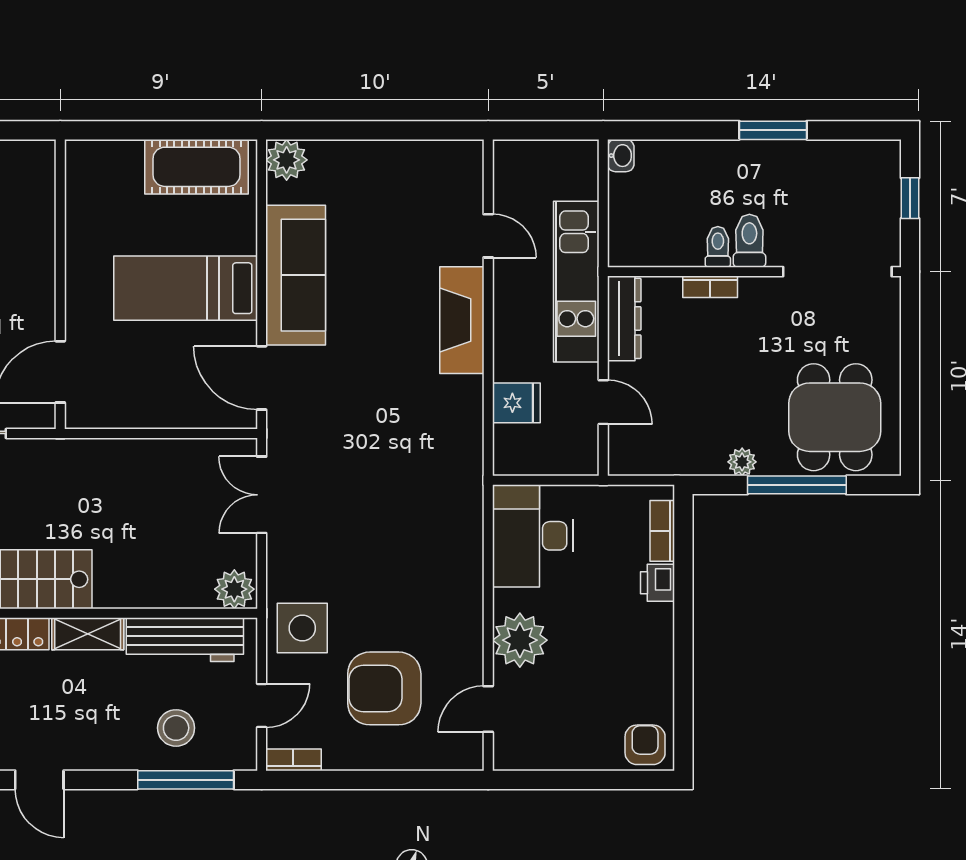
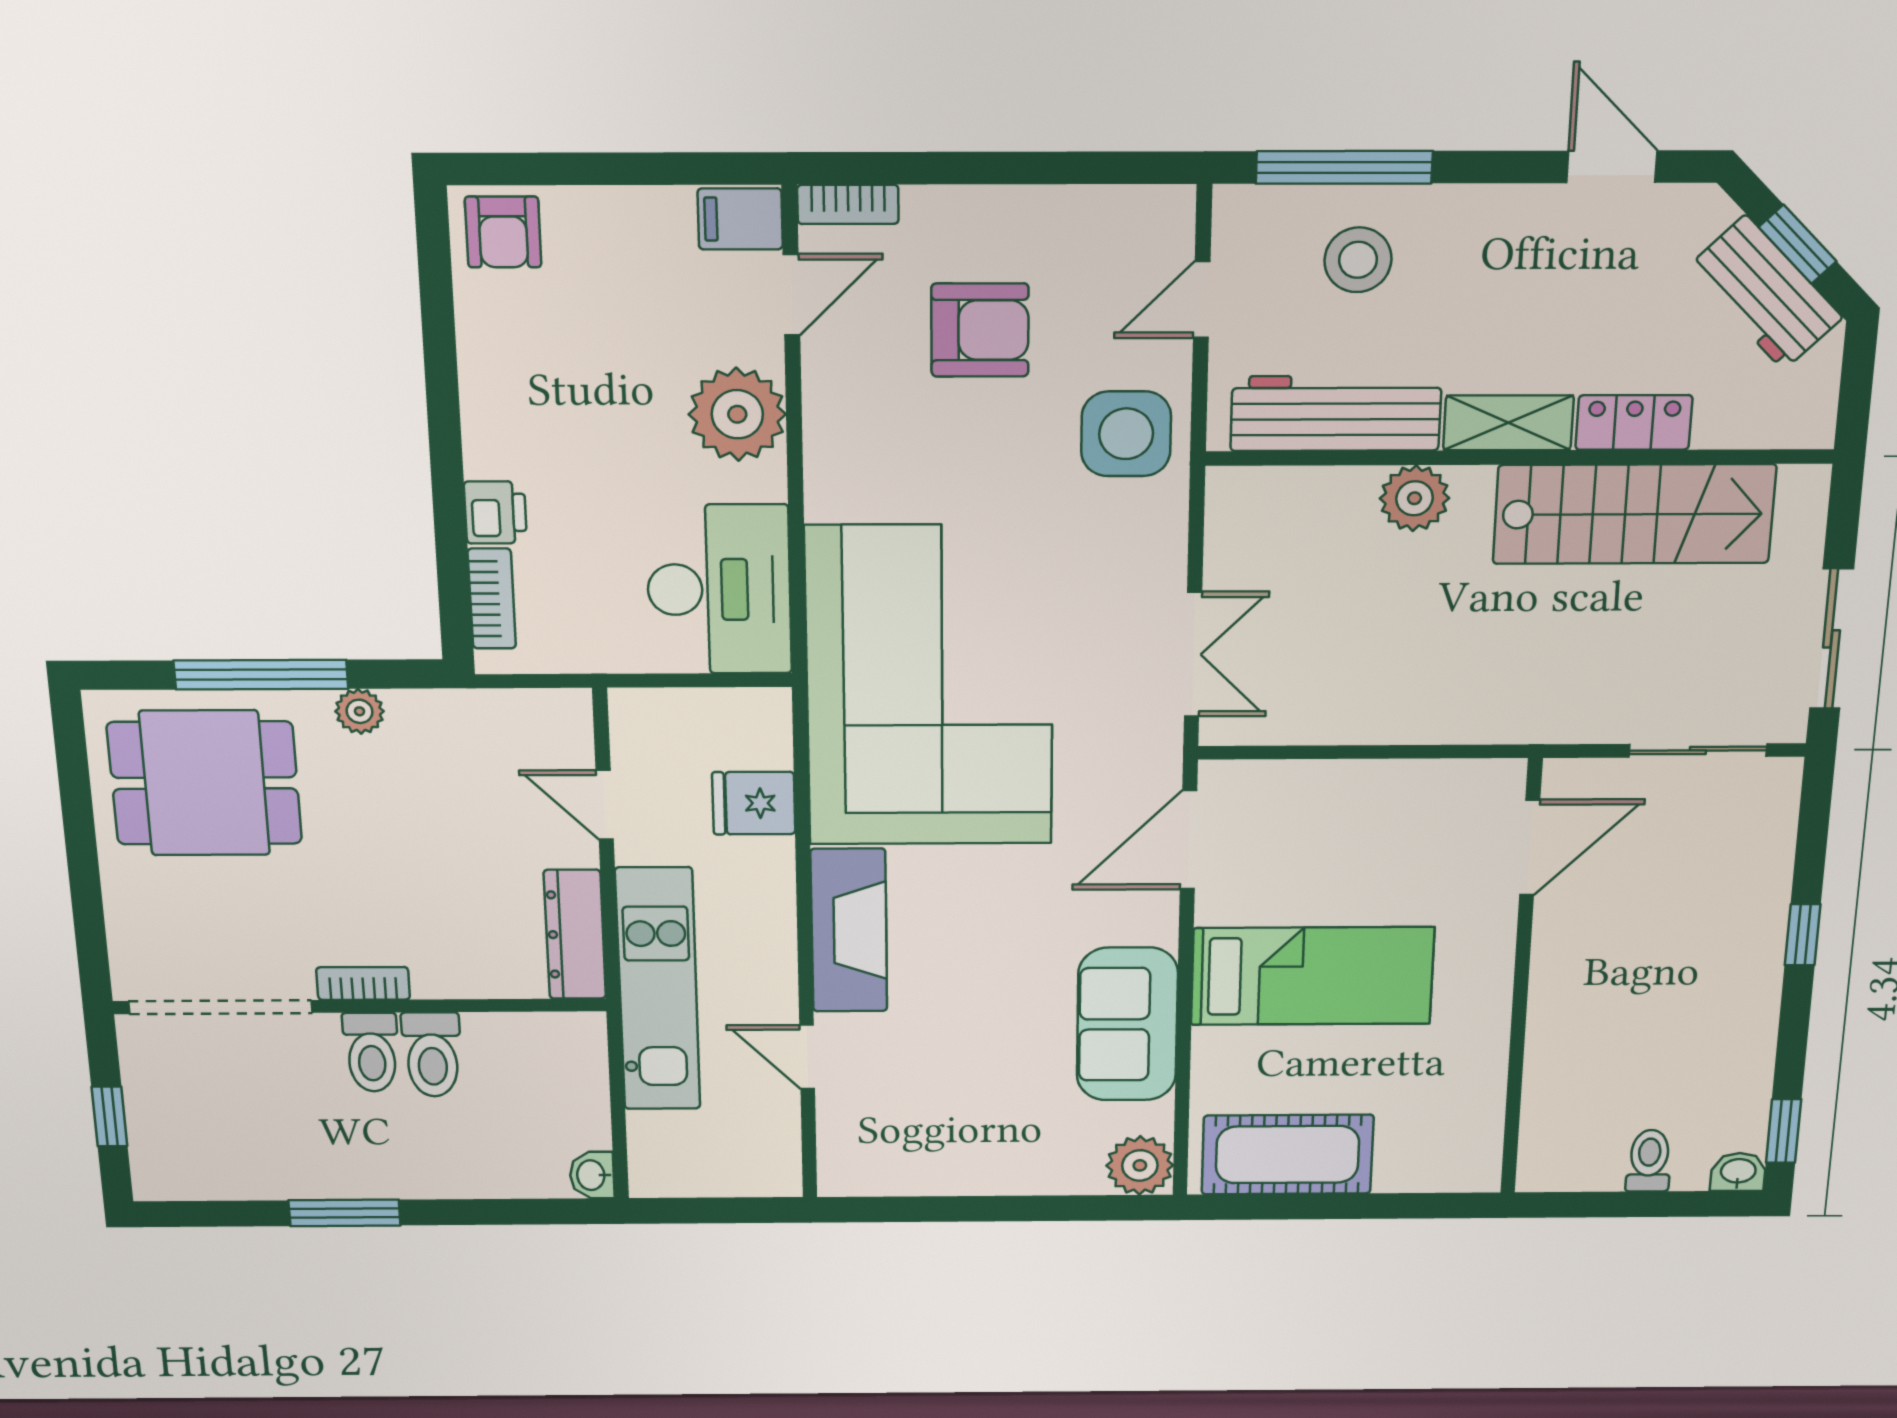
toilet: (718, 247) -> (432, 1055), width x1.37, depth x1.39
sofa: (296, 275) -> (1127, 1024), width x0.73
bookcase: (710, 287) -> (363, 983), moved
door: (262, 378) -> (1188, 840), swing flipped
dining table: (835, 417) -> (205, 783), turned 90
corner sofa: (413, 476) -> (930, 687), added
plant: (234, 589) -> (1415, 498), moved
armchair: (384, 688) -> (980, 330), width x0.73, depth x0.73
filing cabinet: (515, 752) -> (740, 219), added
bookcase: (293, 760) -> (848, 204), moved

